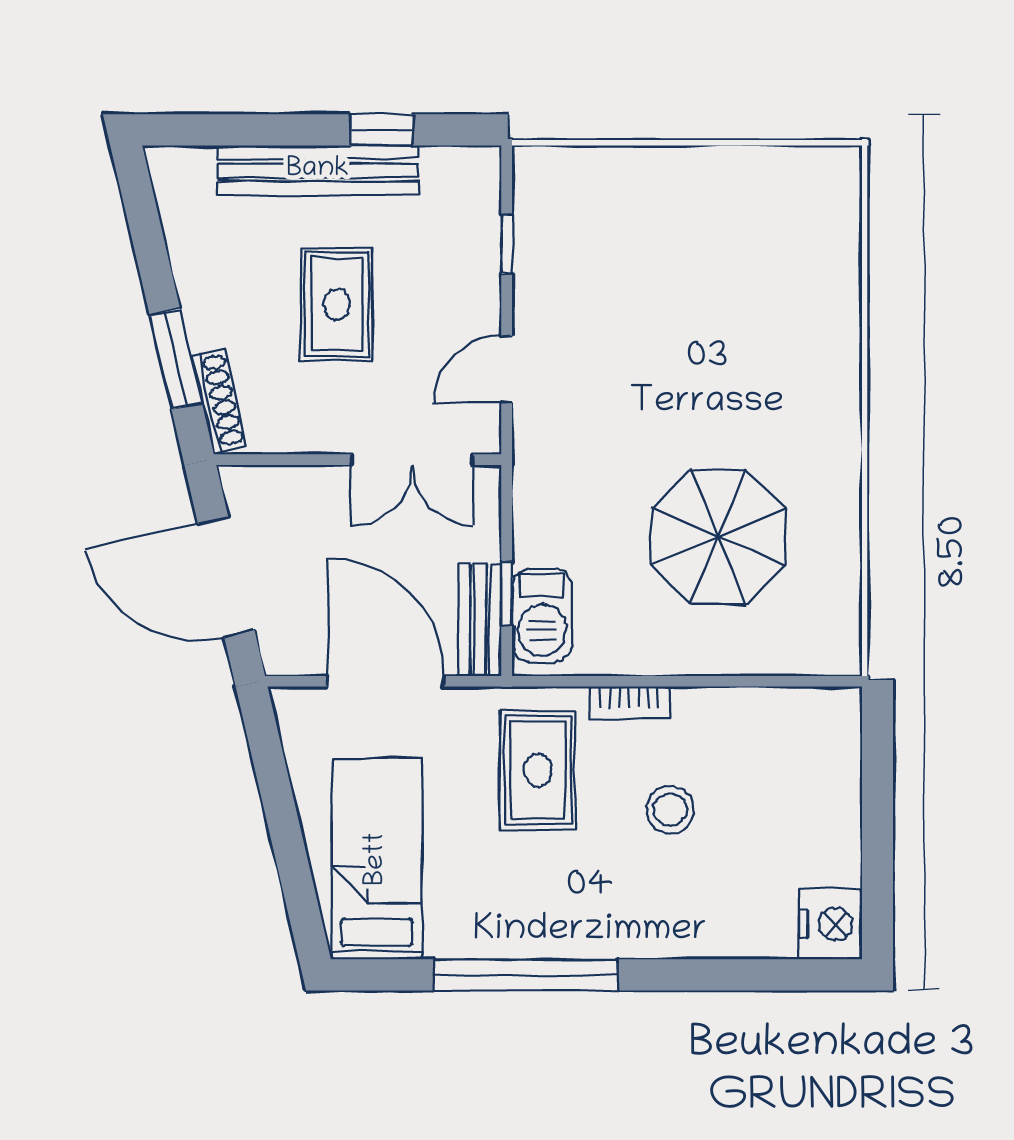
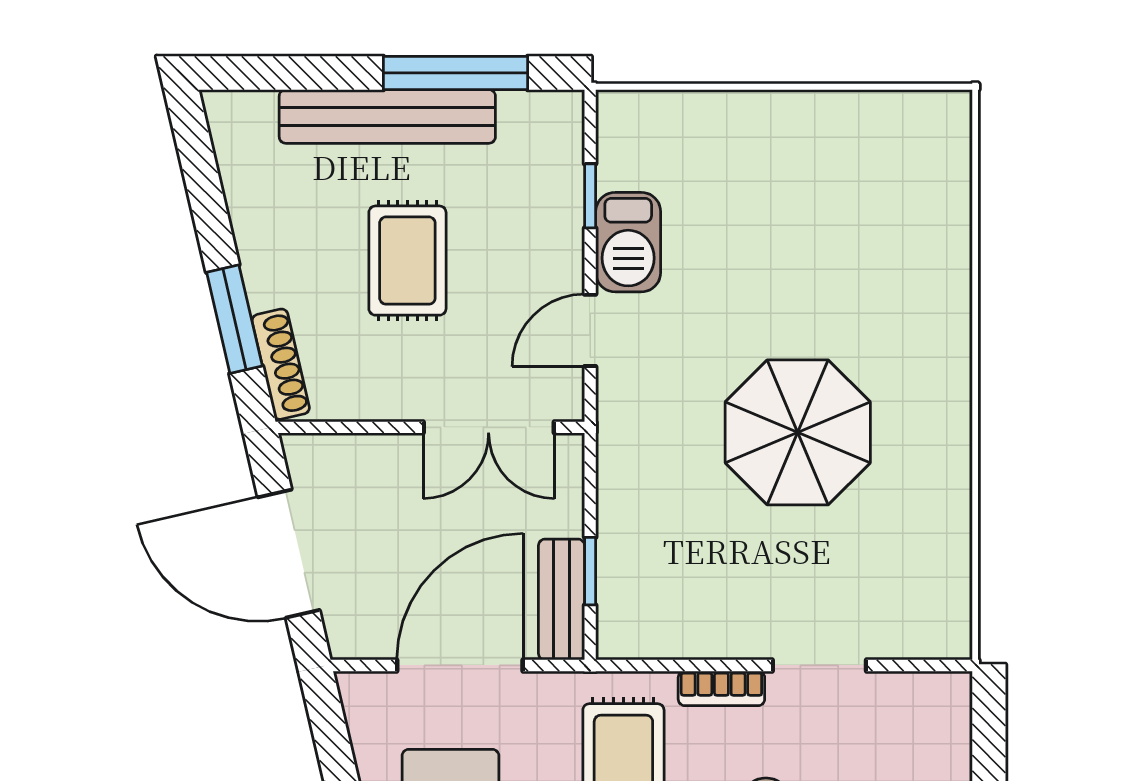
window: (381, 130) -> (455, 73), width x2.17
parasol: (718, 537) -> (798, 432), moved
barbecue: (542, 615) -> (628, 242), moved
door: (386, 681) -> (460, 665), hinge flipped
doorway: (720, 681) -> (819, 665), added

